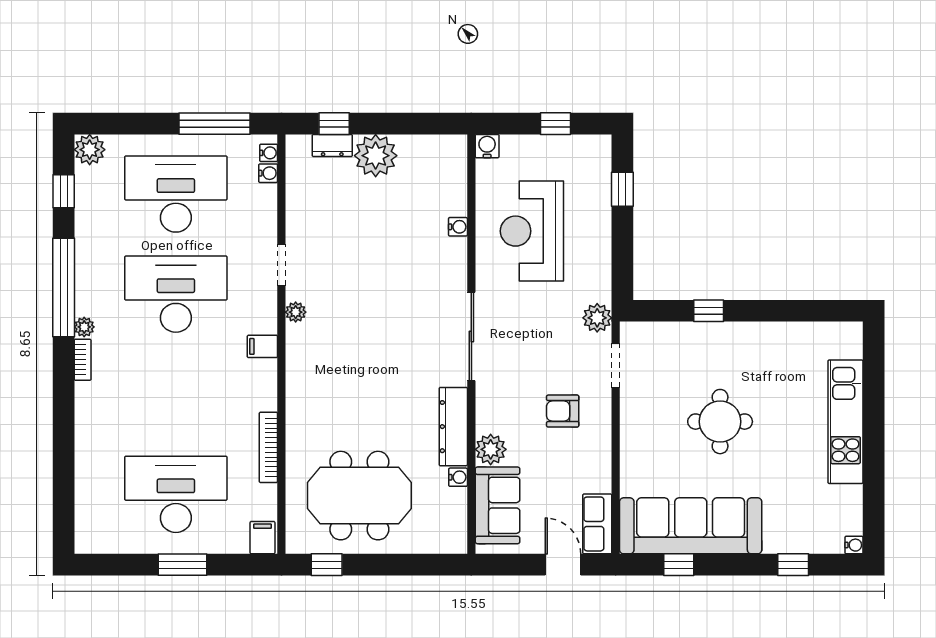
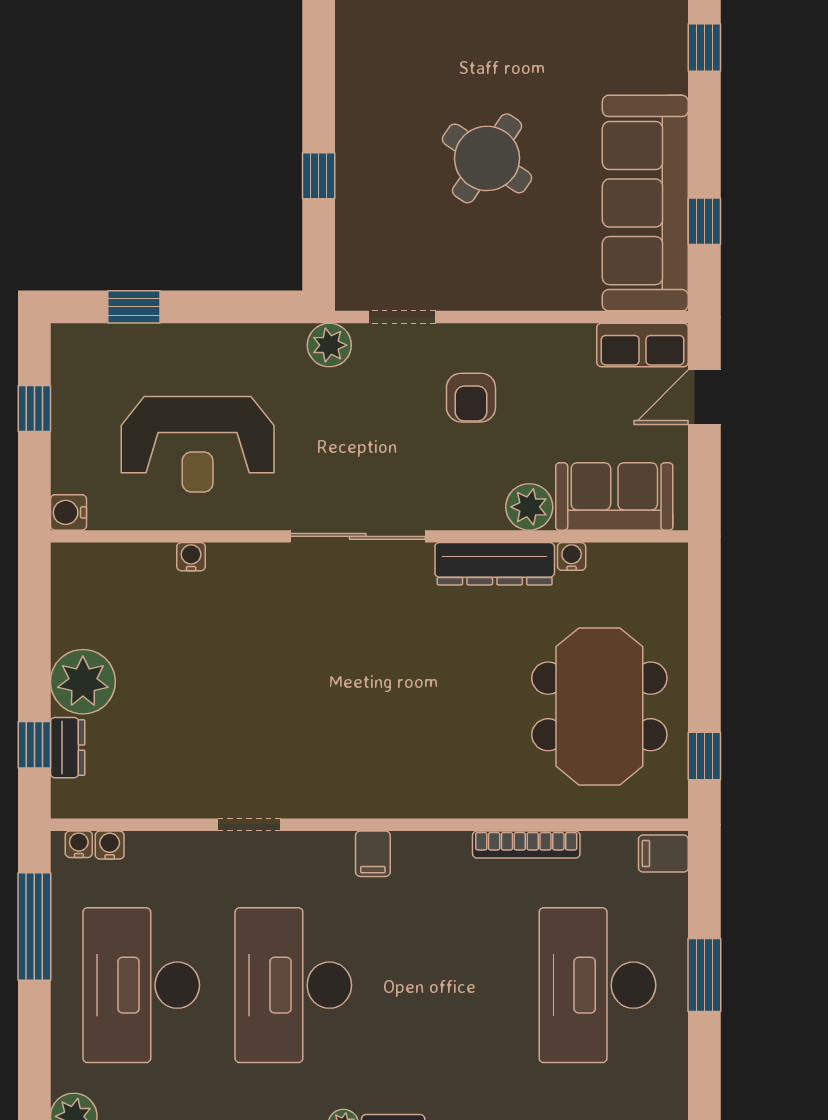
plant: (296, 312) -> (321, 803), removed
round table: (720, 422) -> (487, 158), turned 34

